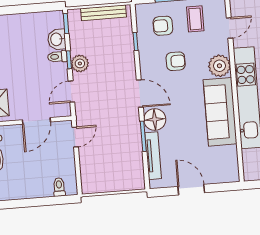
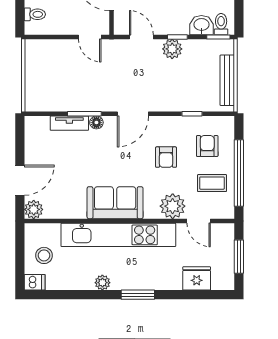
toilet: (57, 57) -> (221, 24), moved
plant: (219, 66) -> (173, 206), moved
sofa: (220, 112) -> (115, 203), width x0.73
floor lamp: (155, 119) -> (96, 122), width x0.53, depth x0.53
tv unit: (153, 156) -> (69, 123), width x0.71
plant: (231, 174) -> (34, 209), added
door: (191, 190) -> (20, 180), moved

